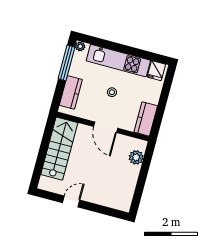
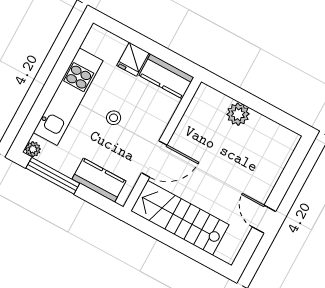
fridge: (156, 71) -> (133, 59), moved, turned 90
door: (106, 127) -> (154, 159), moved
plant: (136, 157) -> (238, 114), moved

